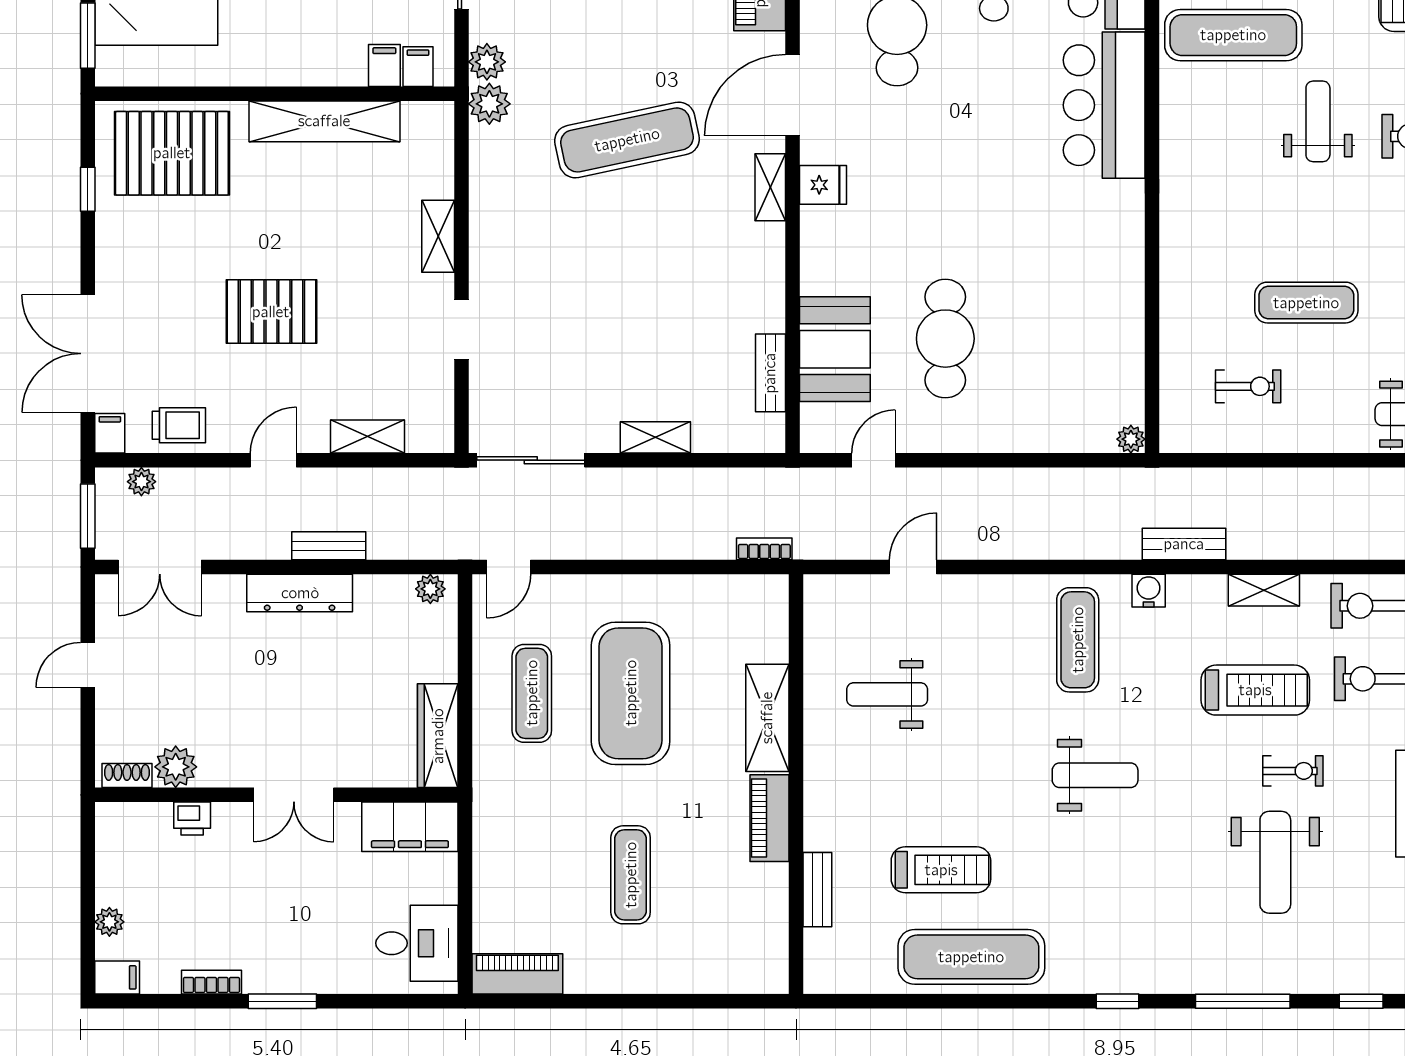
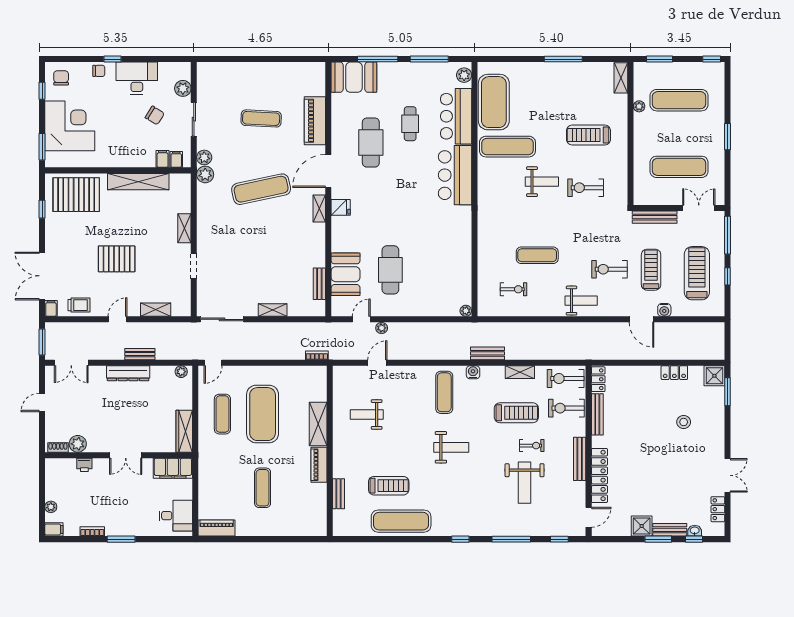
weight bench: (1318, 121) -> (542, 182), turned 90
plant: (141, 482) -> (382, 328), moved

